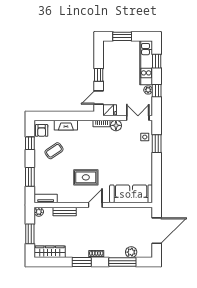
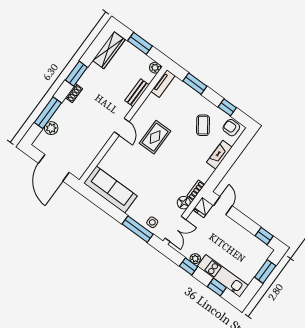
window: (99, 75) -> (264, 236), moved
window: (157, 144) -> (138, 229), width x1.44
sofa: (131, 194) -> (110, 189), moved, turned -90

